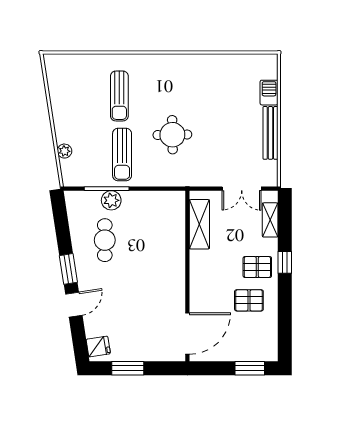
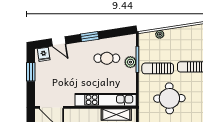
round table: (172, 135) -> (169, 98), width x1.36, depth x1.36
kitchen unit: (175, 242) -> (106, 100), added
door: (74, 305) -> (59, 41), moved

